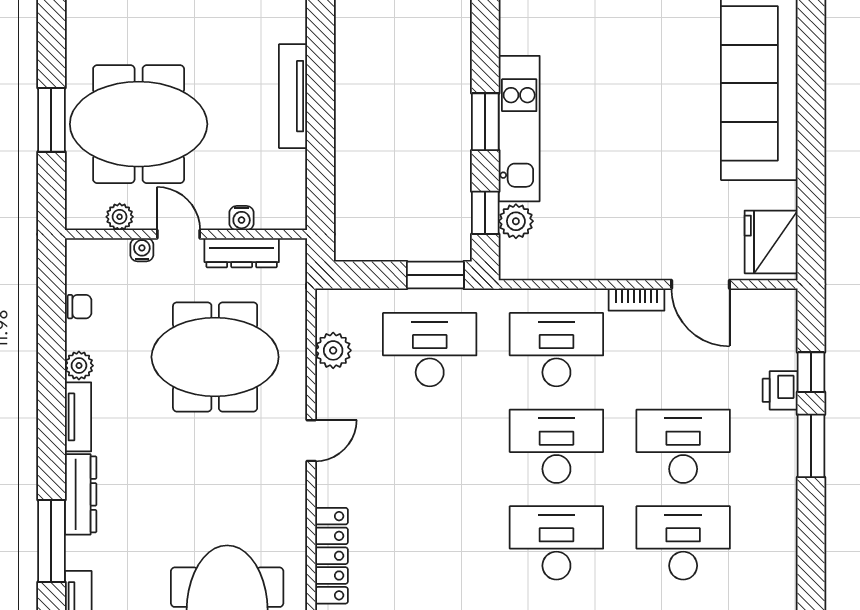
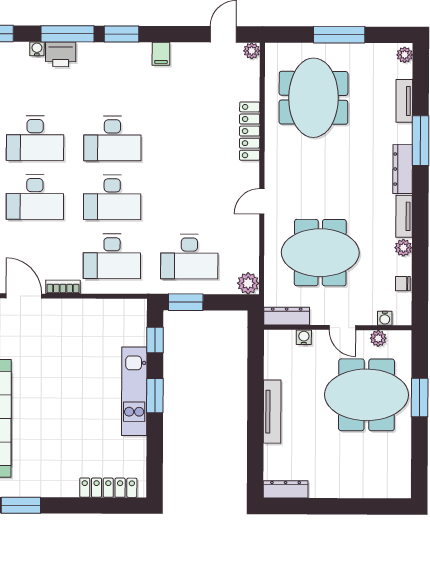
plant: (516, 221) -> (136, 335), removed
water cooler: (142, 250) -> (385, 318), moved
dresser: (242, 253) -> (287, 316), moved
plant: (333, 350) -> (248, 283), moved

